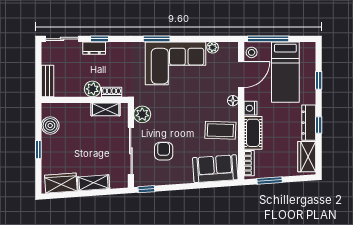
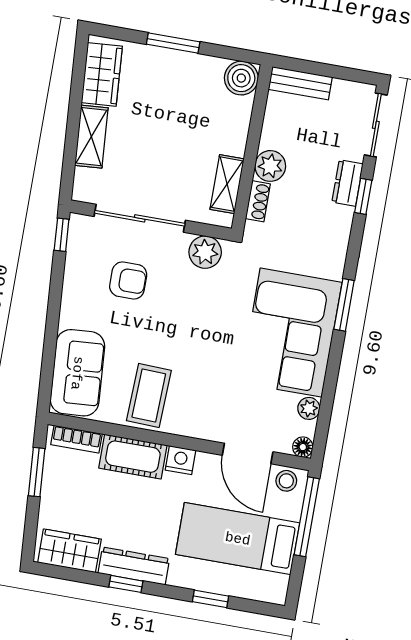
floor lamp: (233, 101) -> (303, 447), moved
boiler: (50, 126) -> (241, 78), moved
window: (38, 150) -> (173, 43), width x1.50

